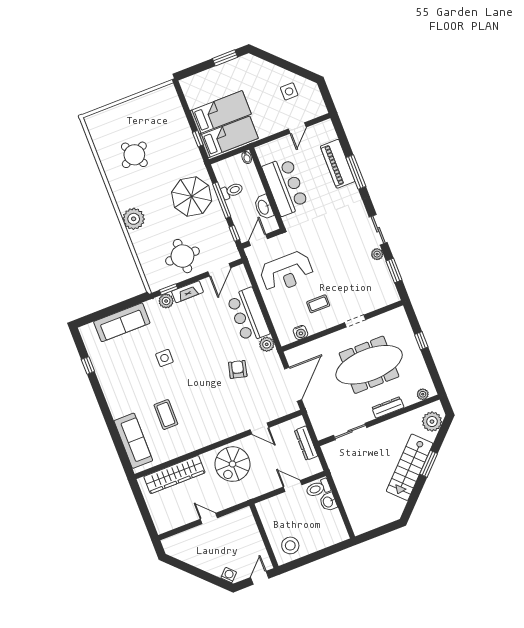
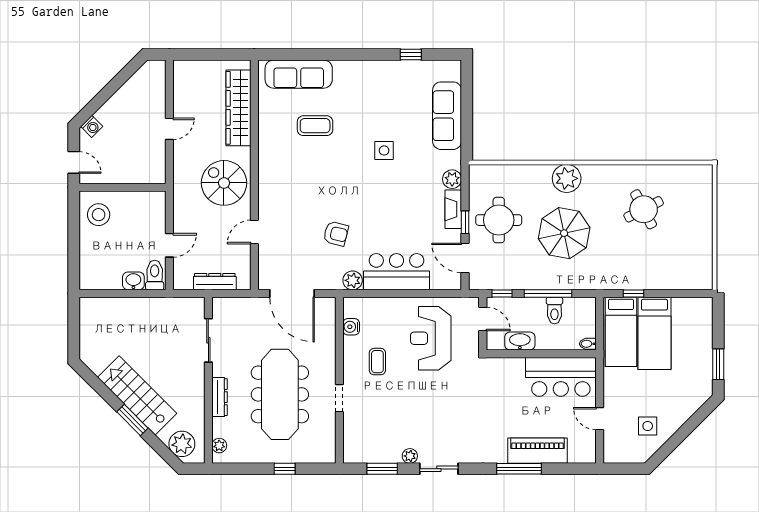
bar counter: (285, 186) -> (561, 377), moved
parasol: (192, 196) -> (564, 233), moved
window: (169, 289) -> (465, 222), moved

